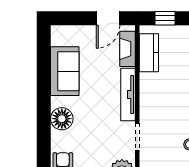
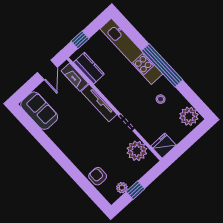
sofa: (65, 71) -> (39, 111), moved
floor lamp: (62, 119) -> (74, 152), removed

